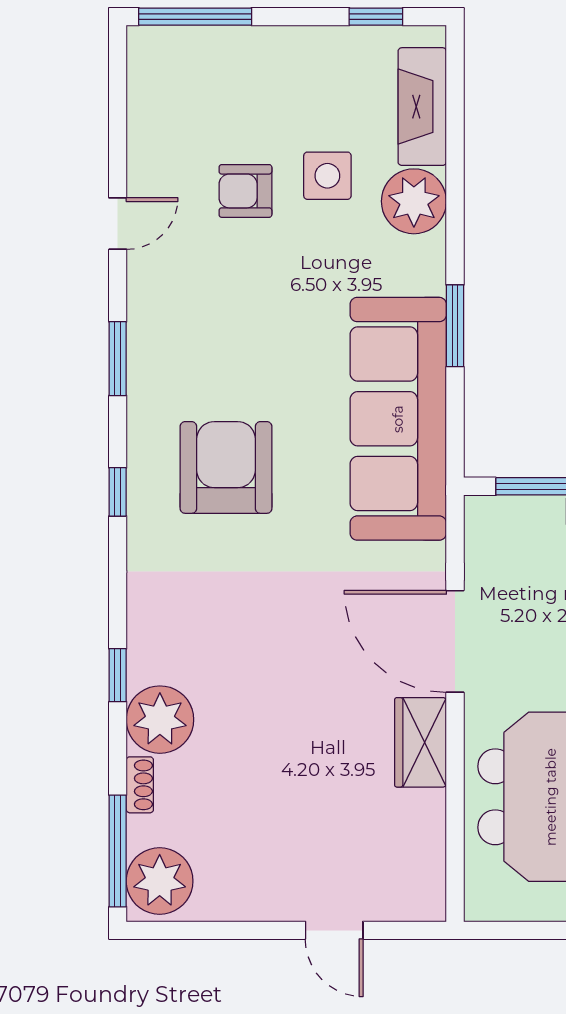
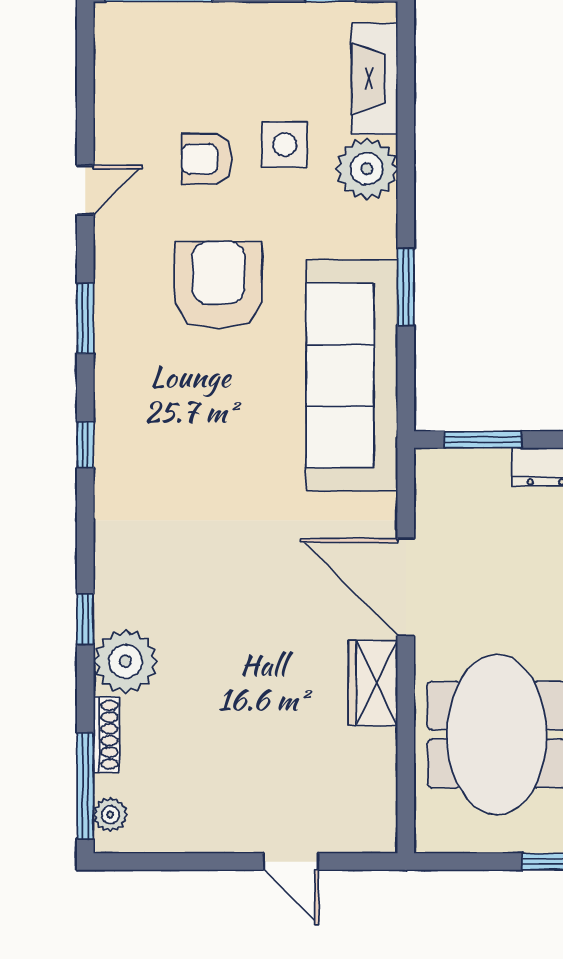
armchair: (226, 467) -> (218, 285), moved
shoe rack: (140, 785) -> (106, 735), width x1.43
plant: (160, 881) -> (110, 815), width x0.53, depth x0.53

